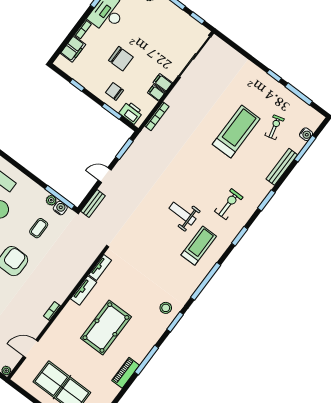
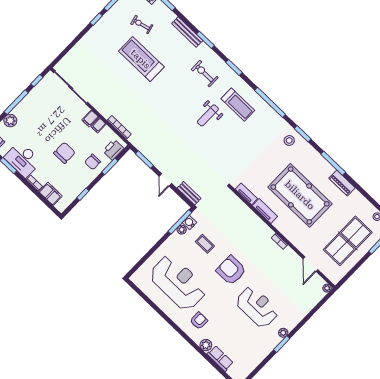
bench: (282, 167) -> (187, 32), moved
treadmill: (199, 246) -> (238, 105), turned 180
pool table: (106, 328) -> (300, 195), width x1.36, depth x1.32

